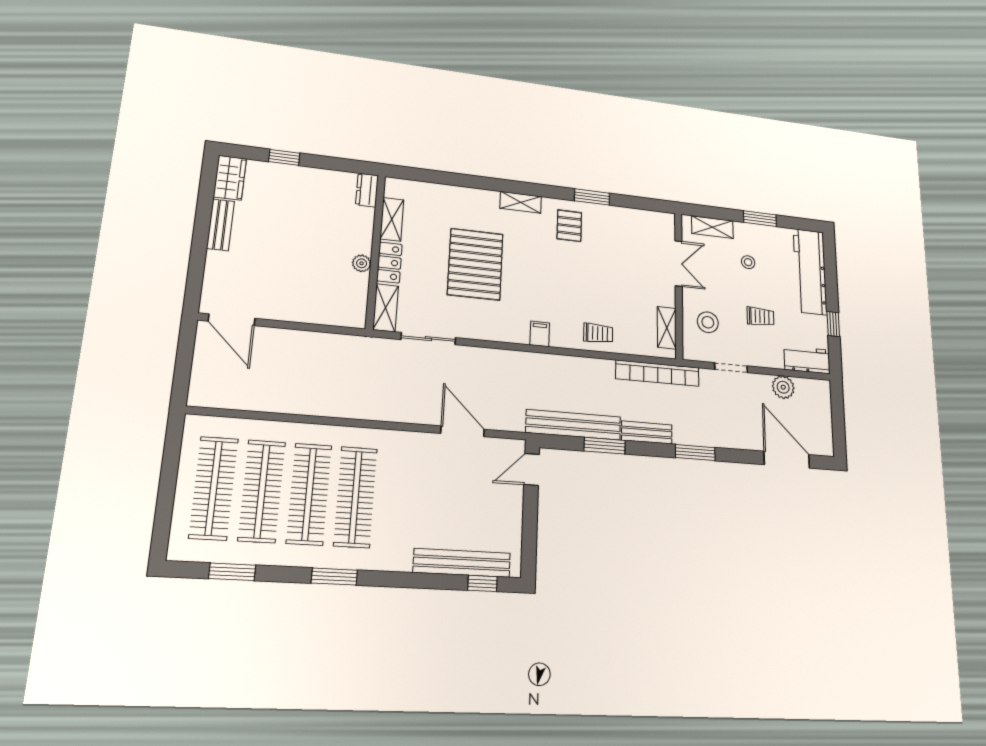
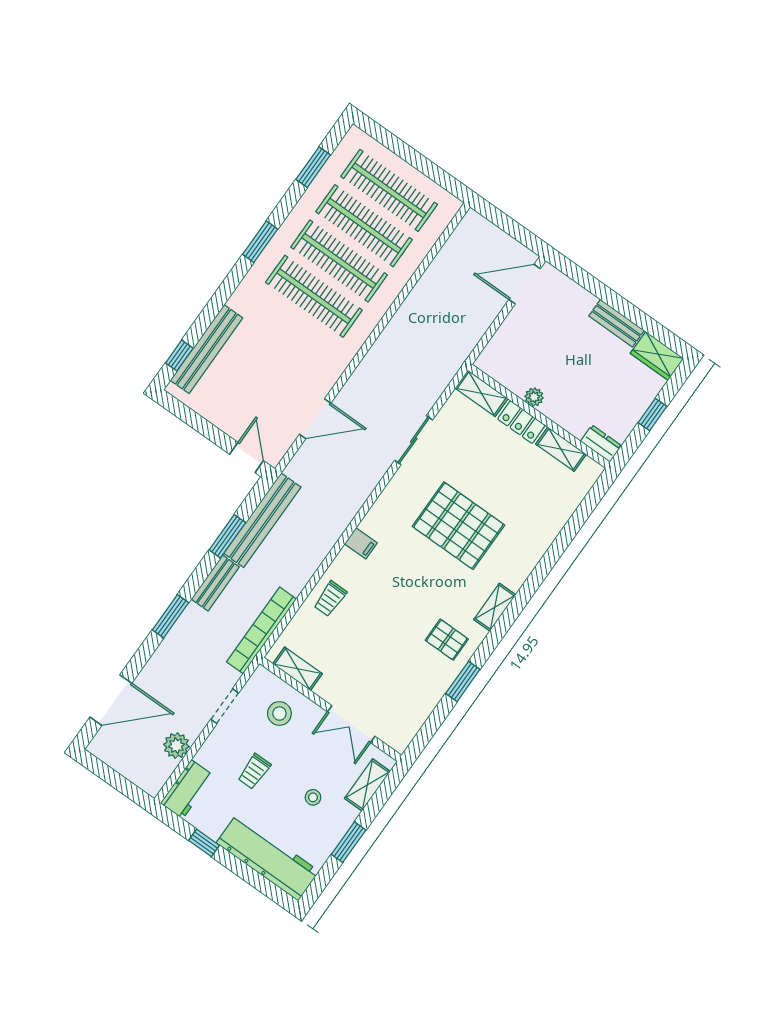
dresser: (367, 190) -> (601, 444), moved
shelving: (392, 219) -> (561, 449), moved
wall: (375, 251) -> (539, 416), moved
plant: (362, 263) -> (534, 397), moved
locker: (389, 263) -> (521, 422), moved
shelving: (386, 308) -> (482, 393), moved

